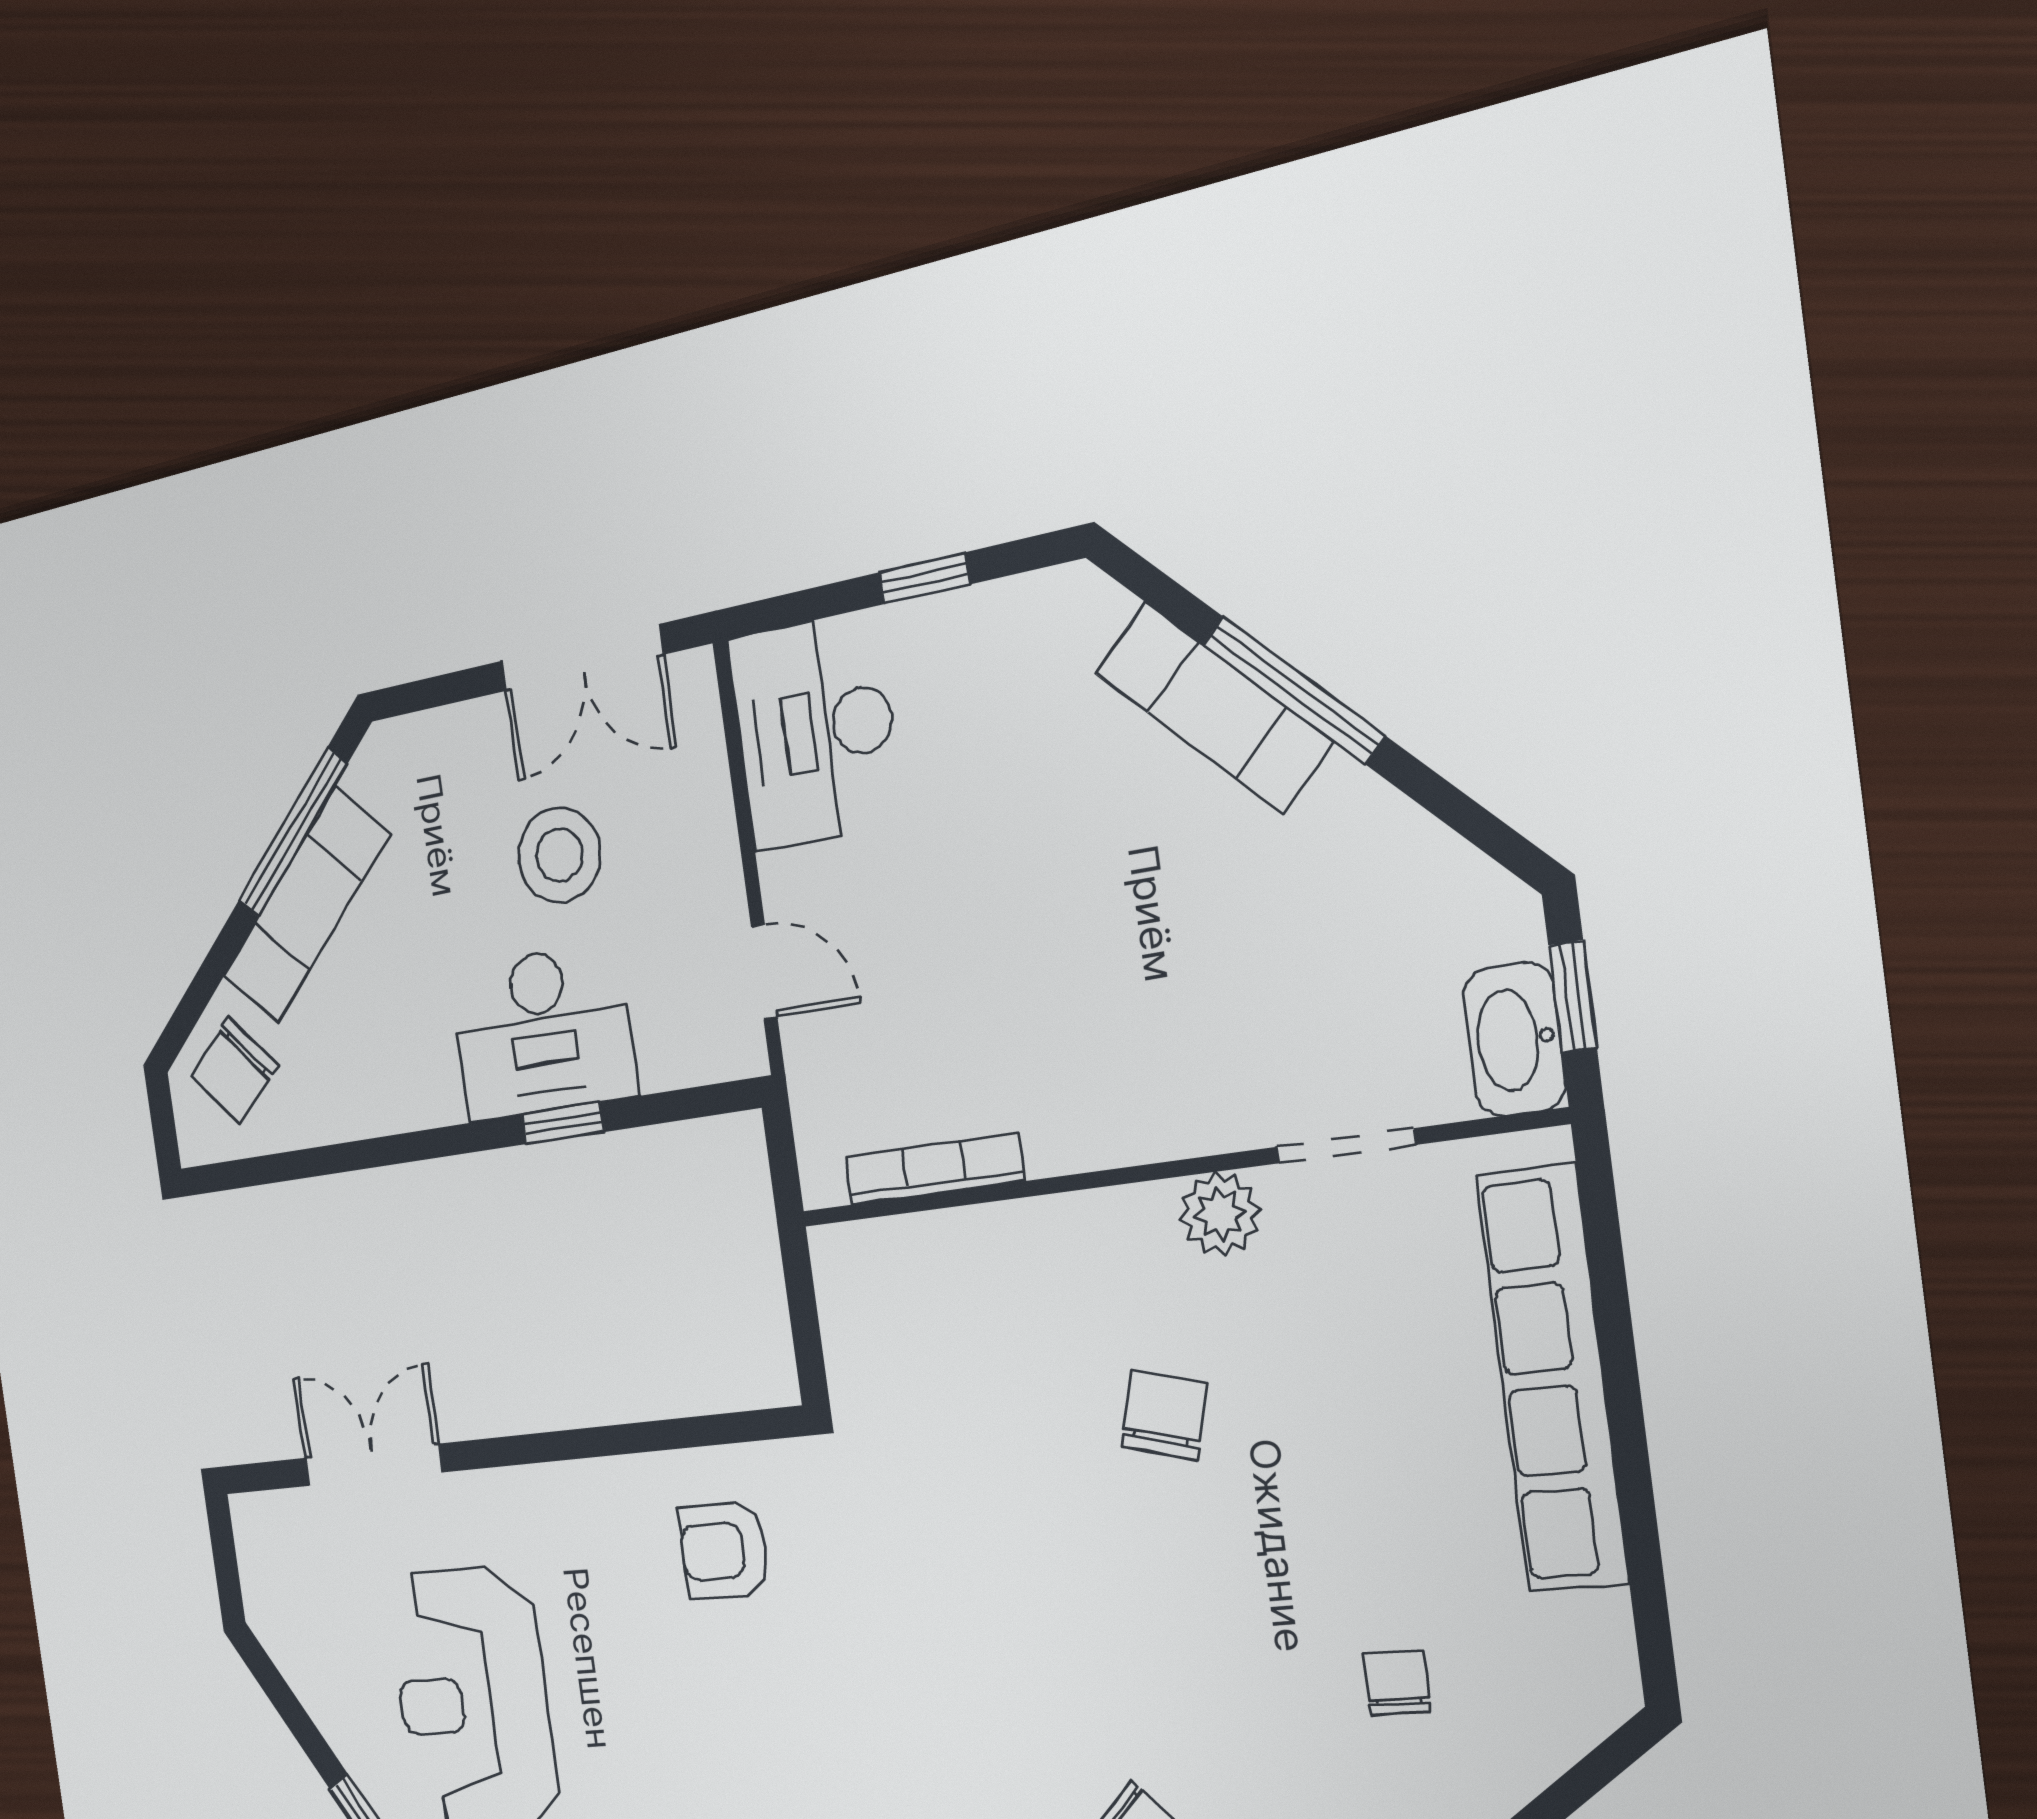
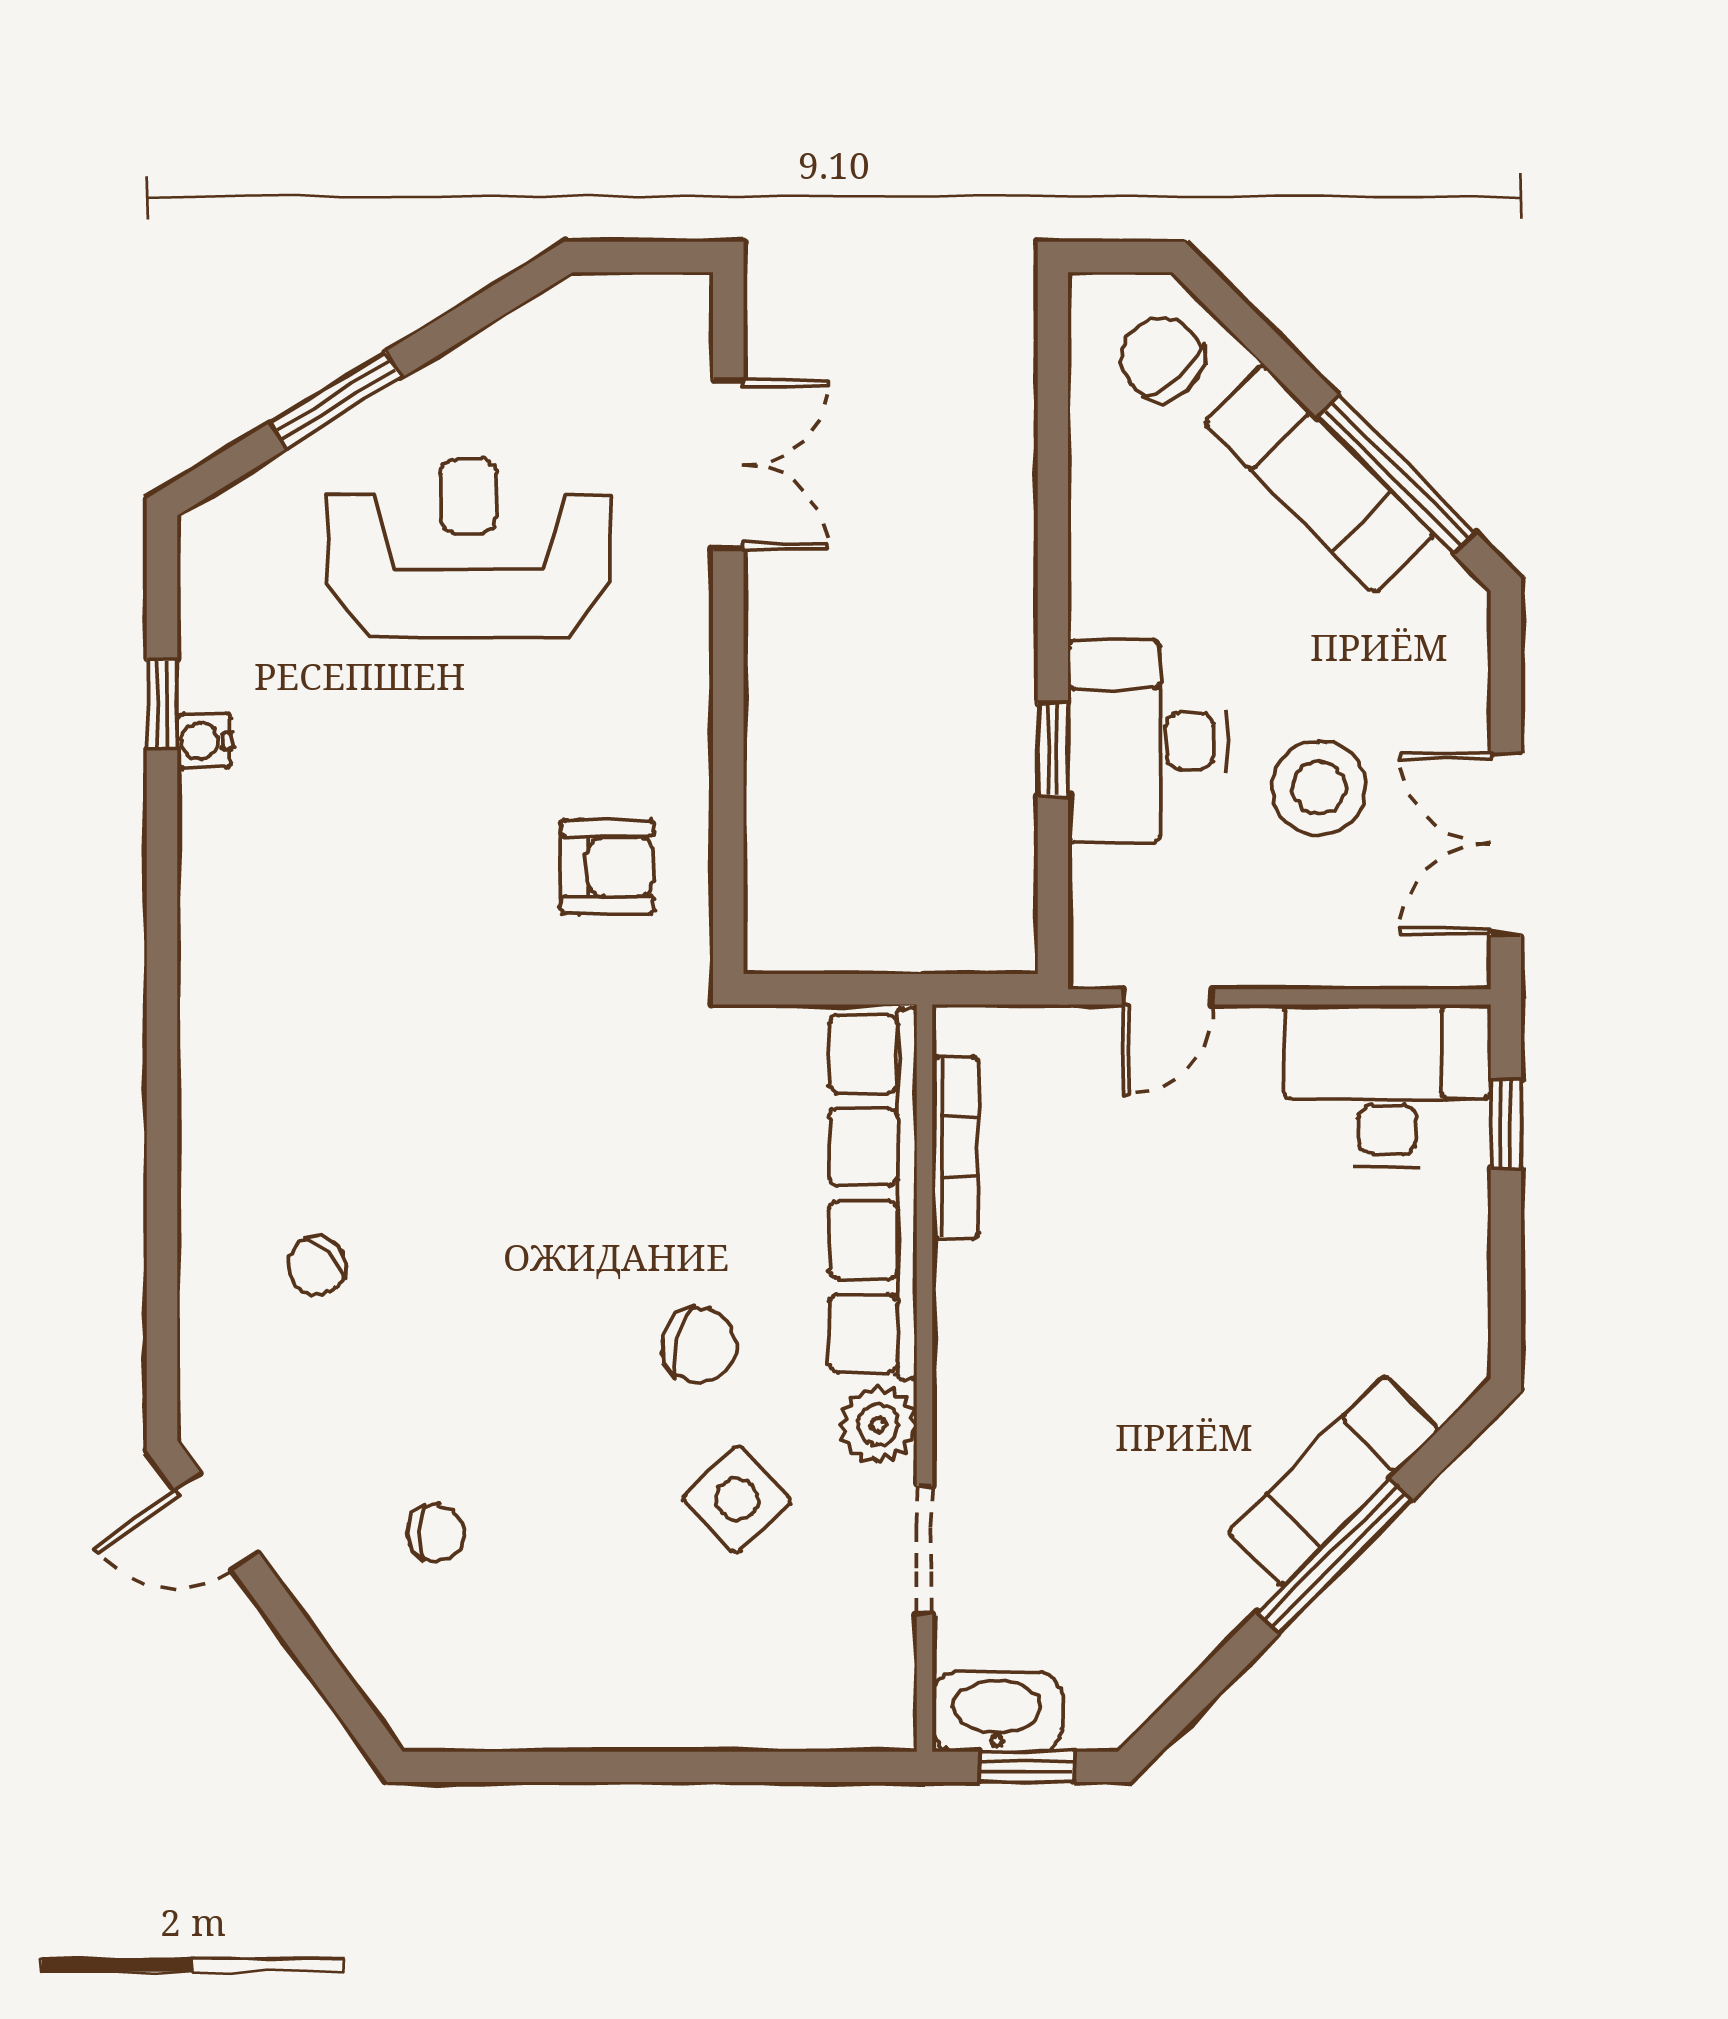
window: (924, 578) -> (1506, 1124), moved
side table: (1318, 1358) -> (737, 1499), added
row of seats: (1552, 1379) -> (873, 1194), moved, turned -90
armchair: (724, 1550) -> (607, 866), turned 90

